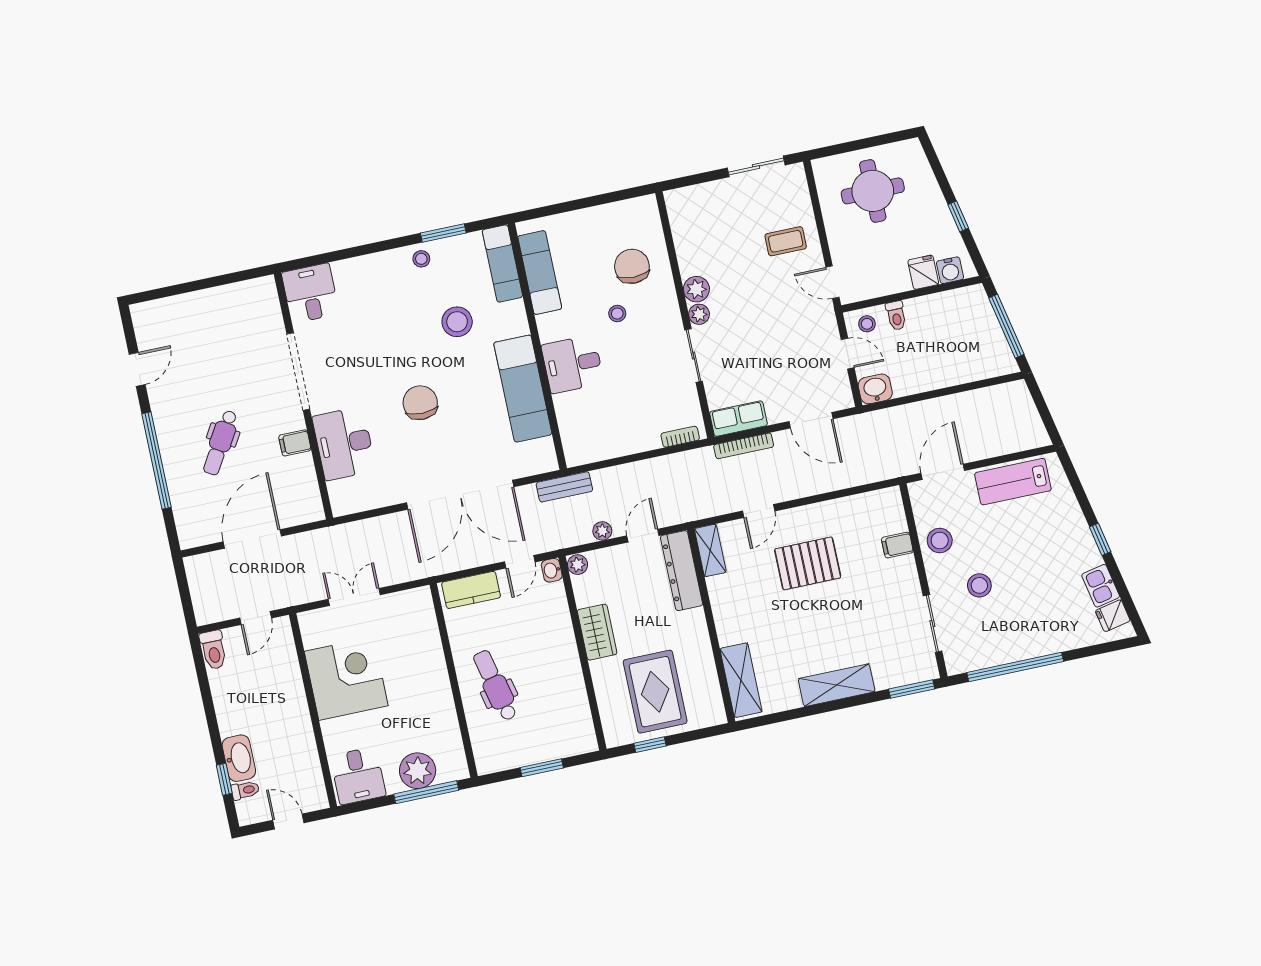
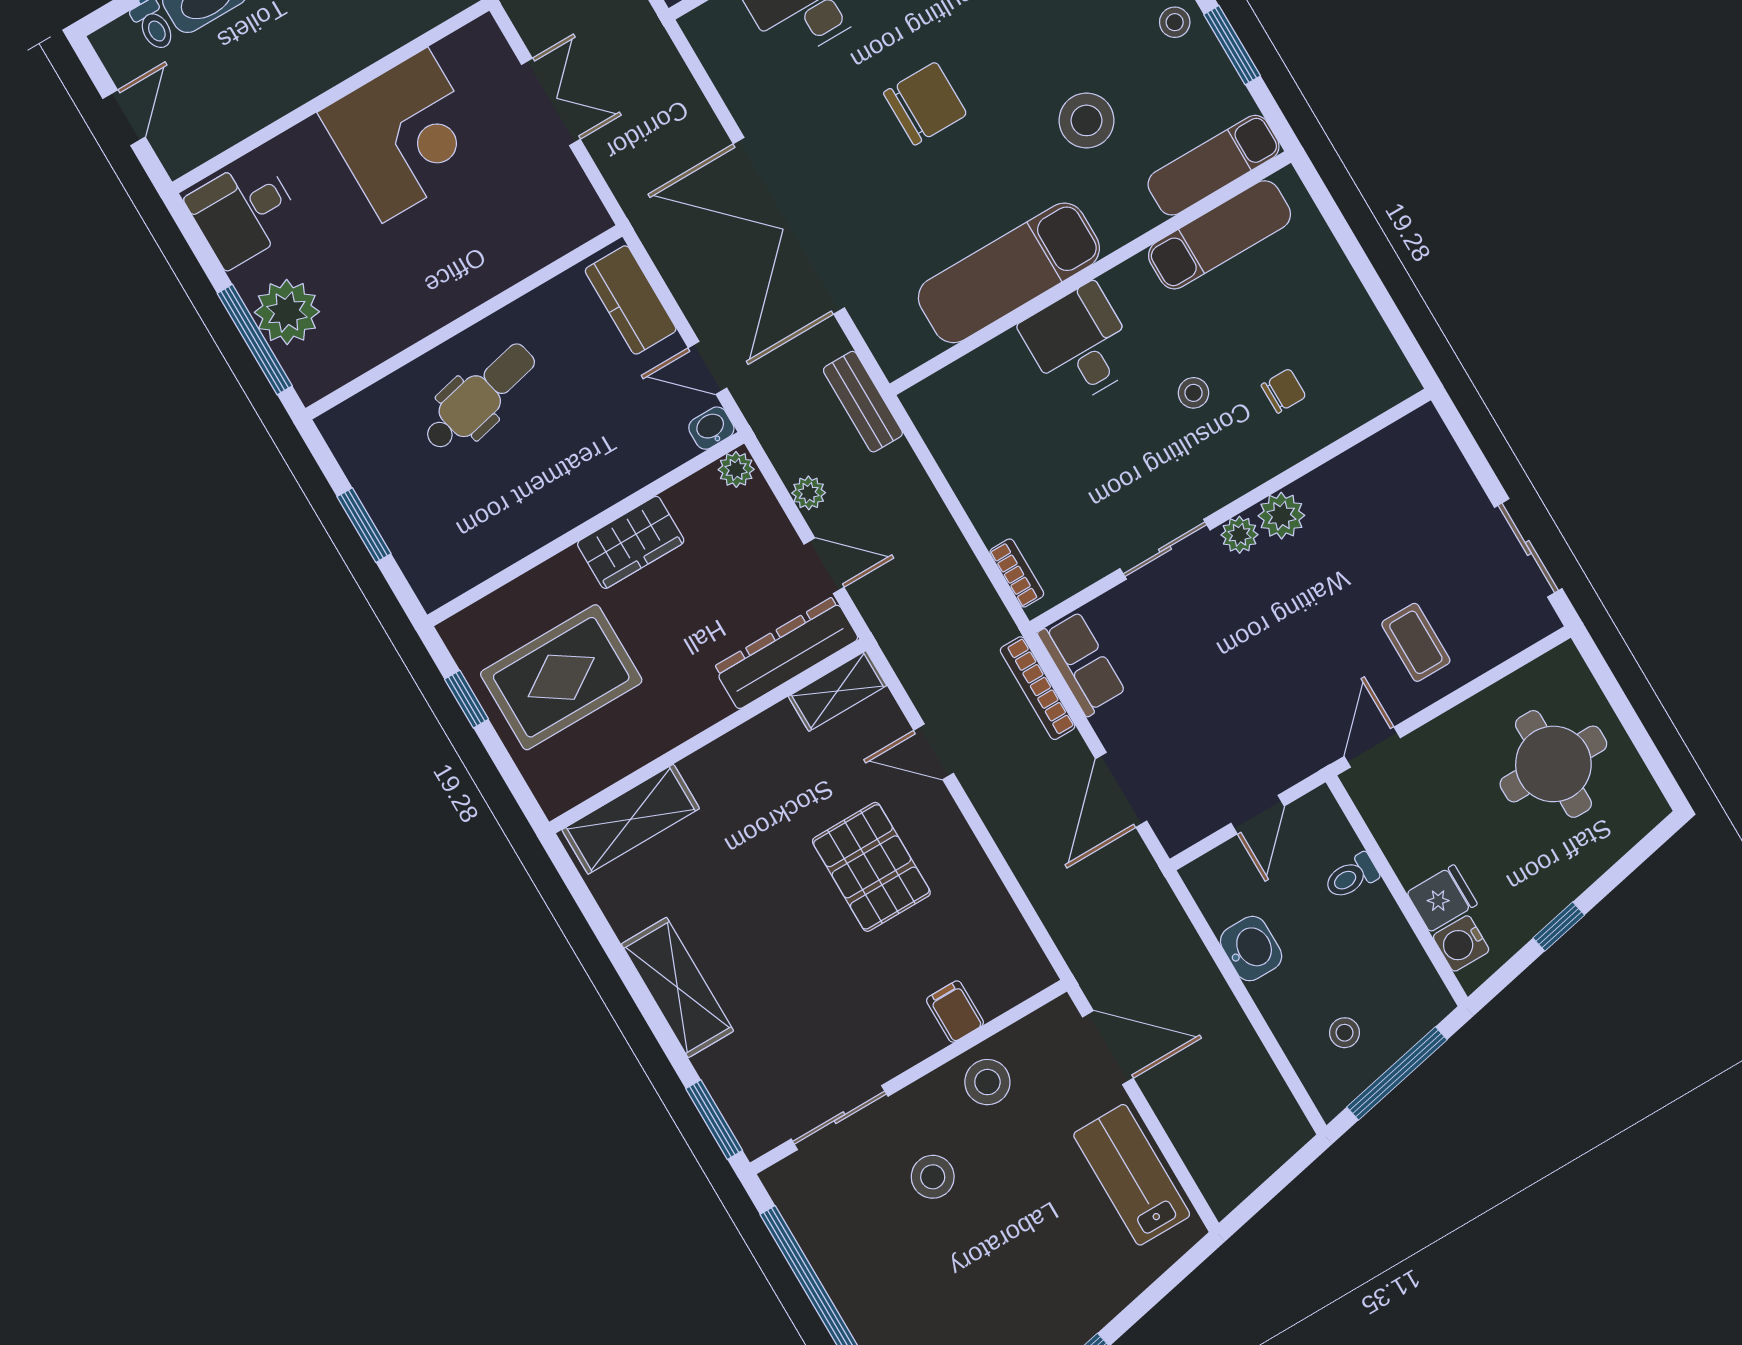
chair: (632, 266) -> (1284, 391), width x0.54, depth x0.54
stool: (867, 324) -> (1345, 1033), moved
washbasin: (875, 389) -> (1251, 949), moved

